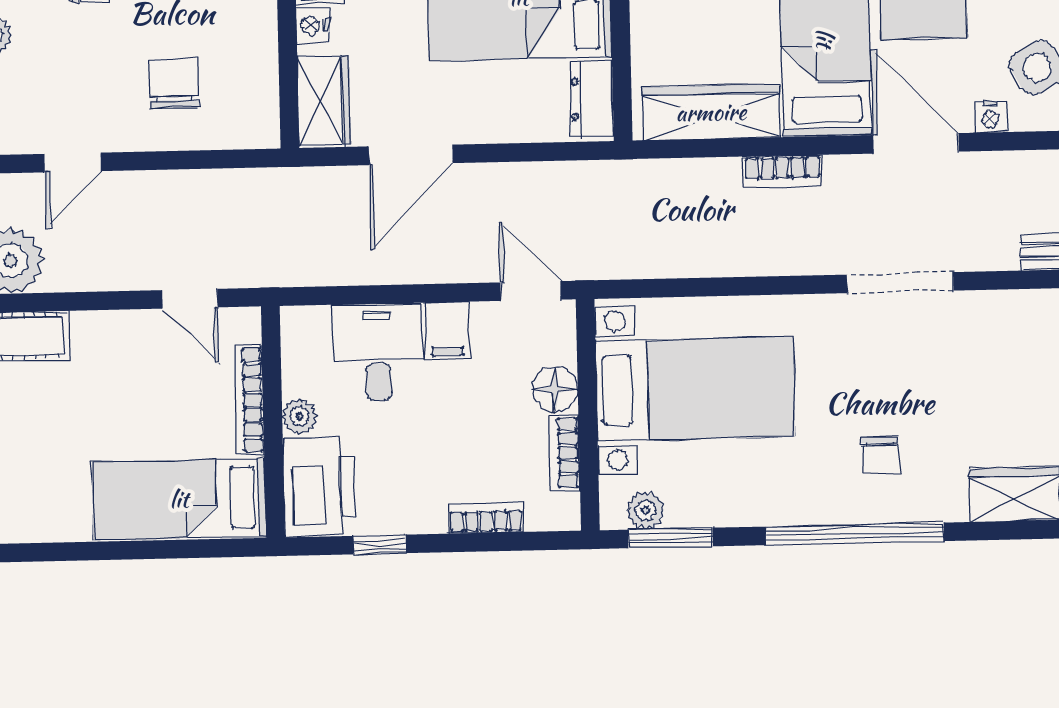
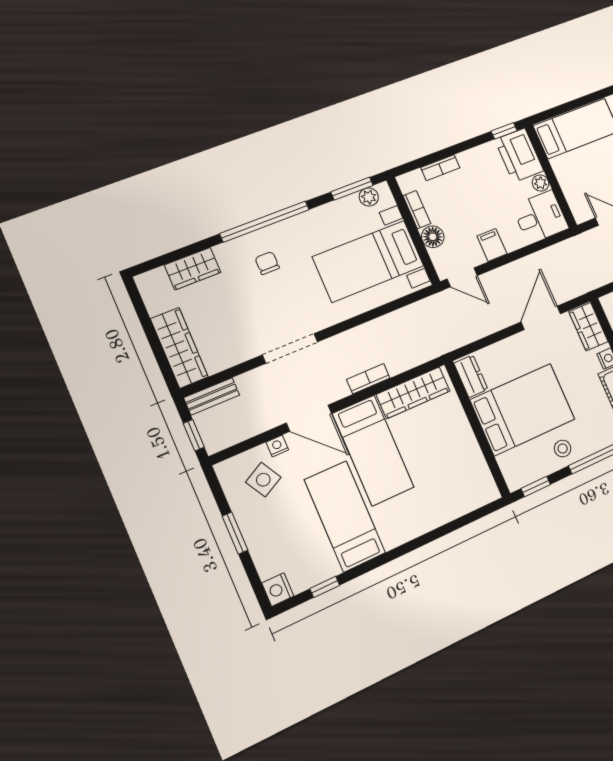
desk: (378, 352) -> (540, 217), moved, turned -90
bookcase: (249, 400) -> (565, 182), removed
window: (380, 545) -> (504, 131), moved

